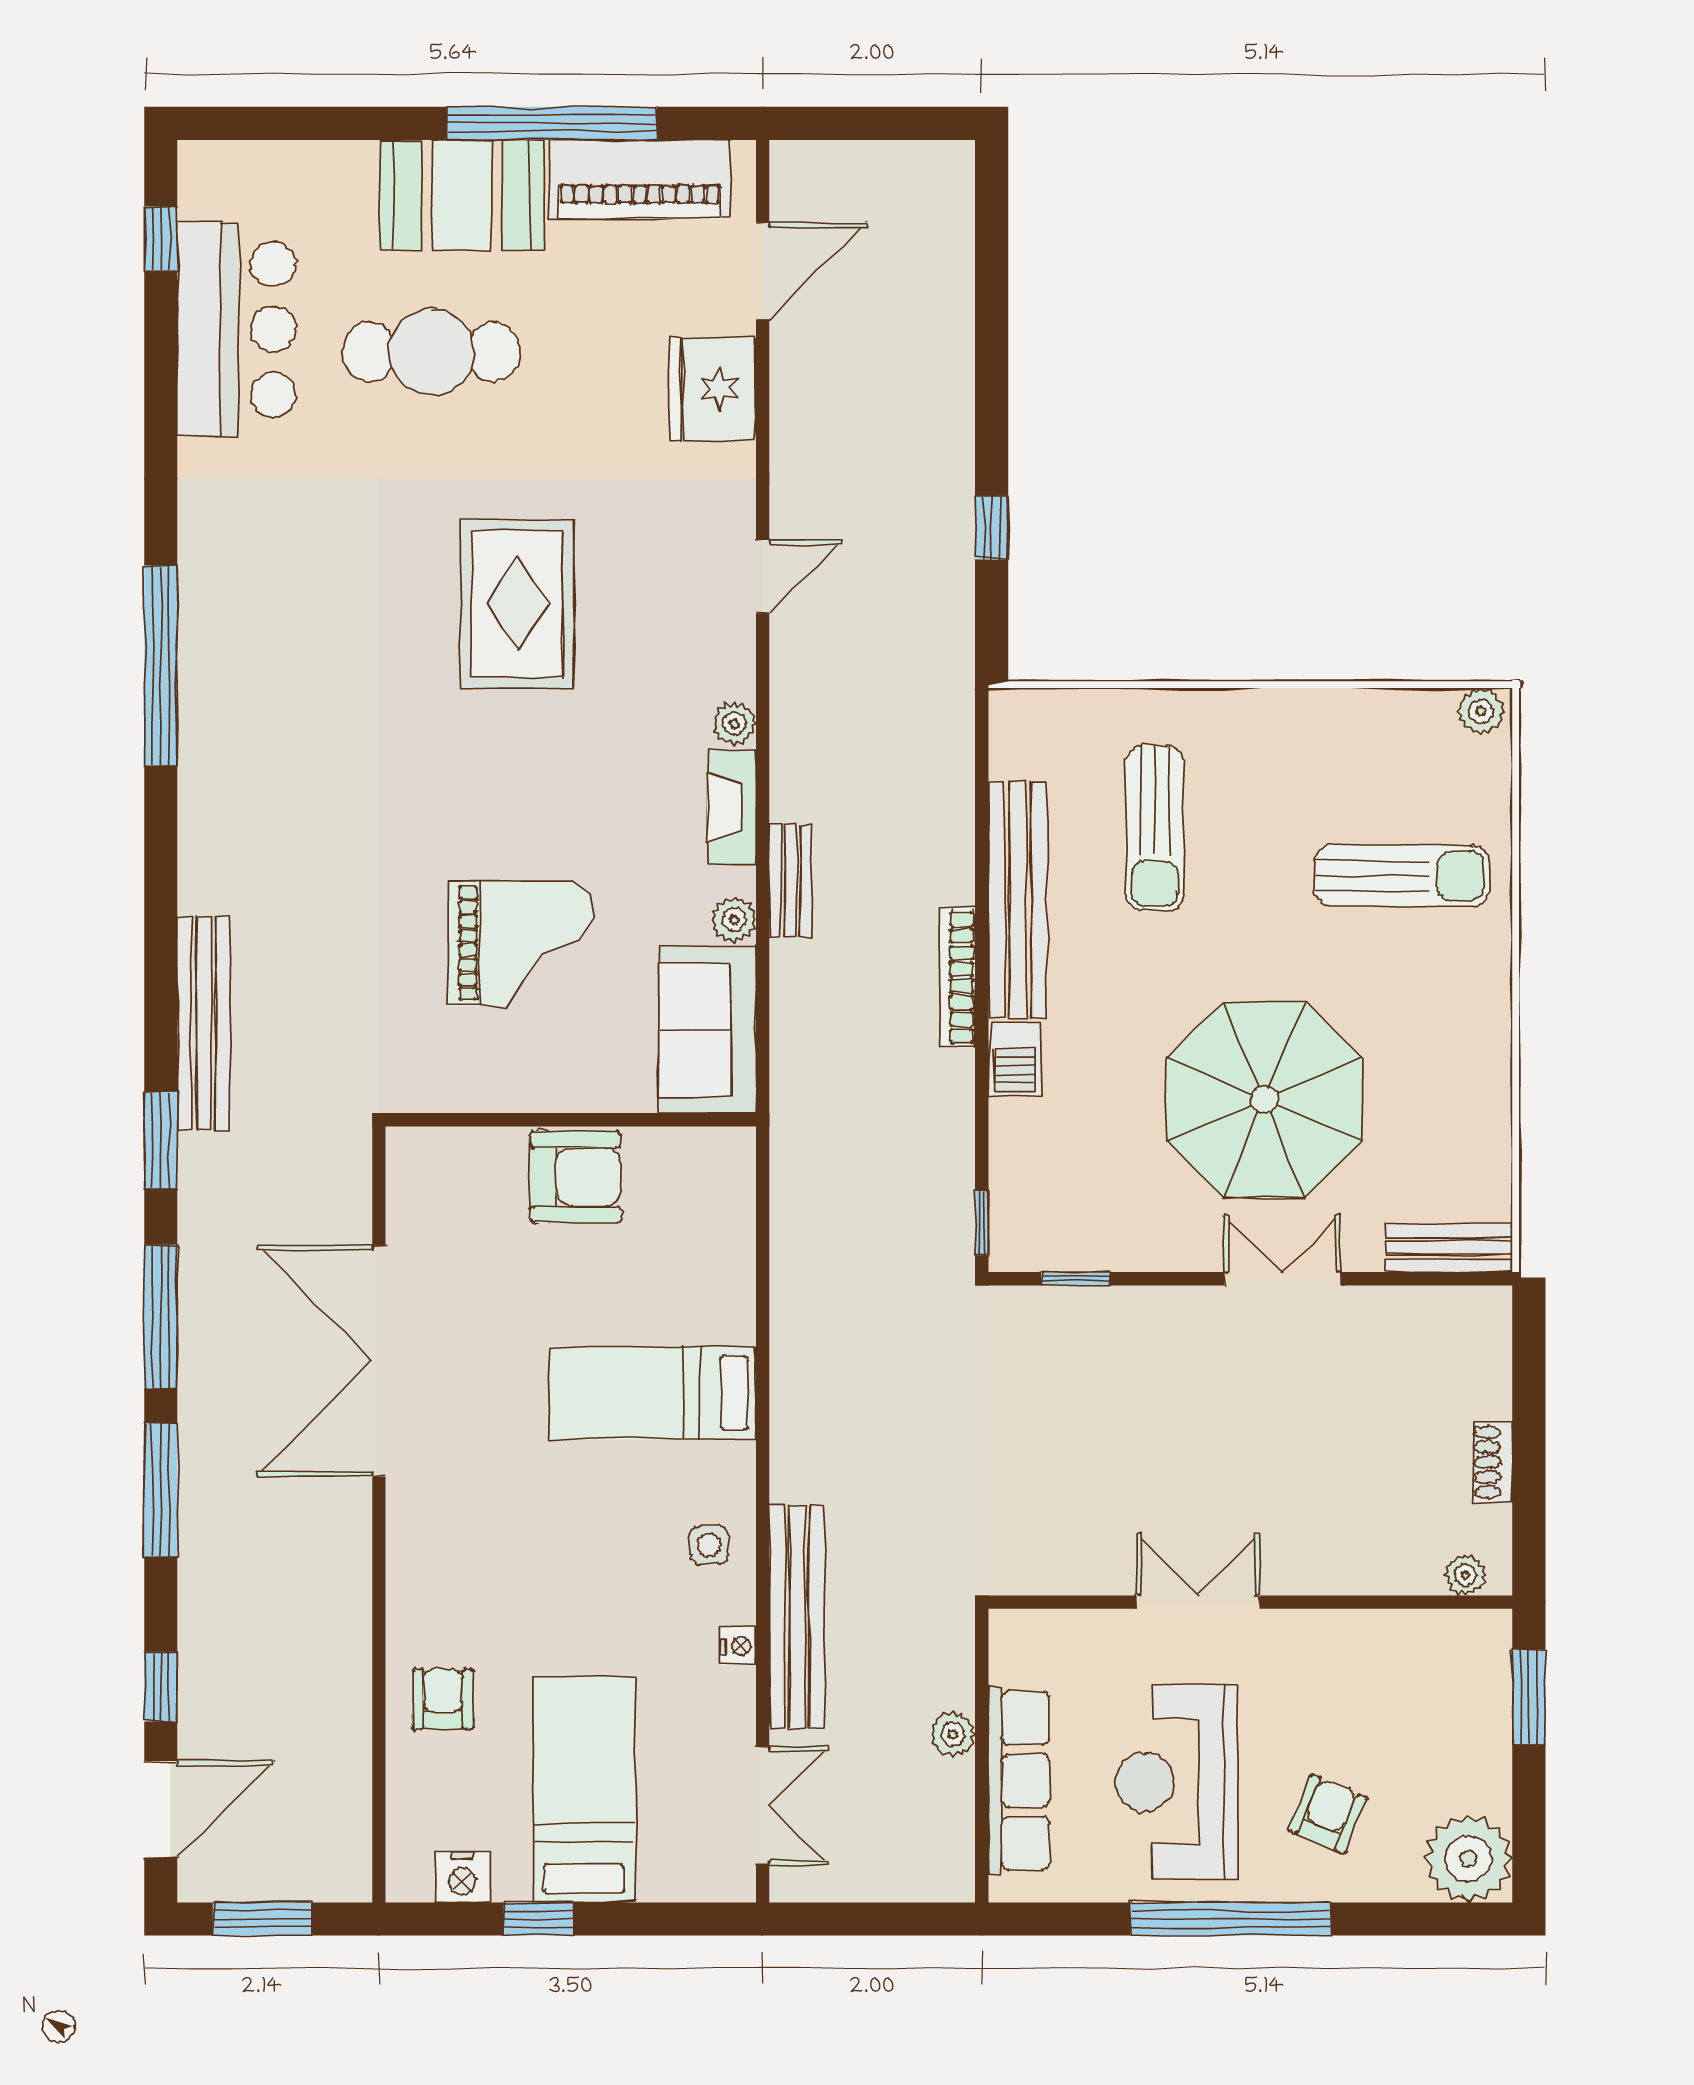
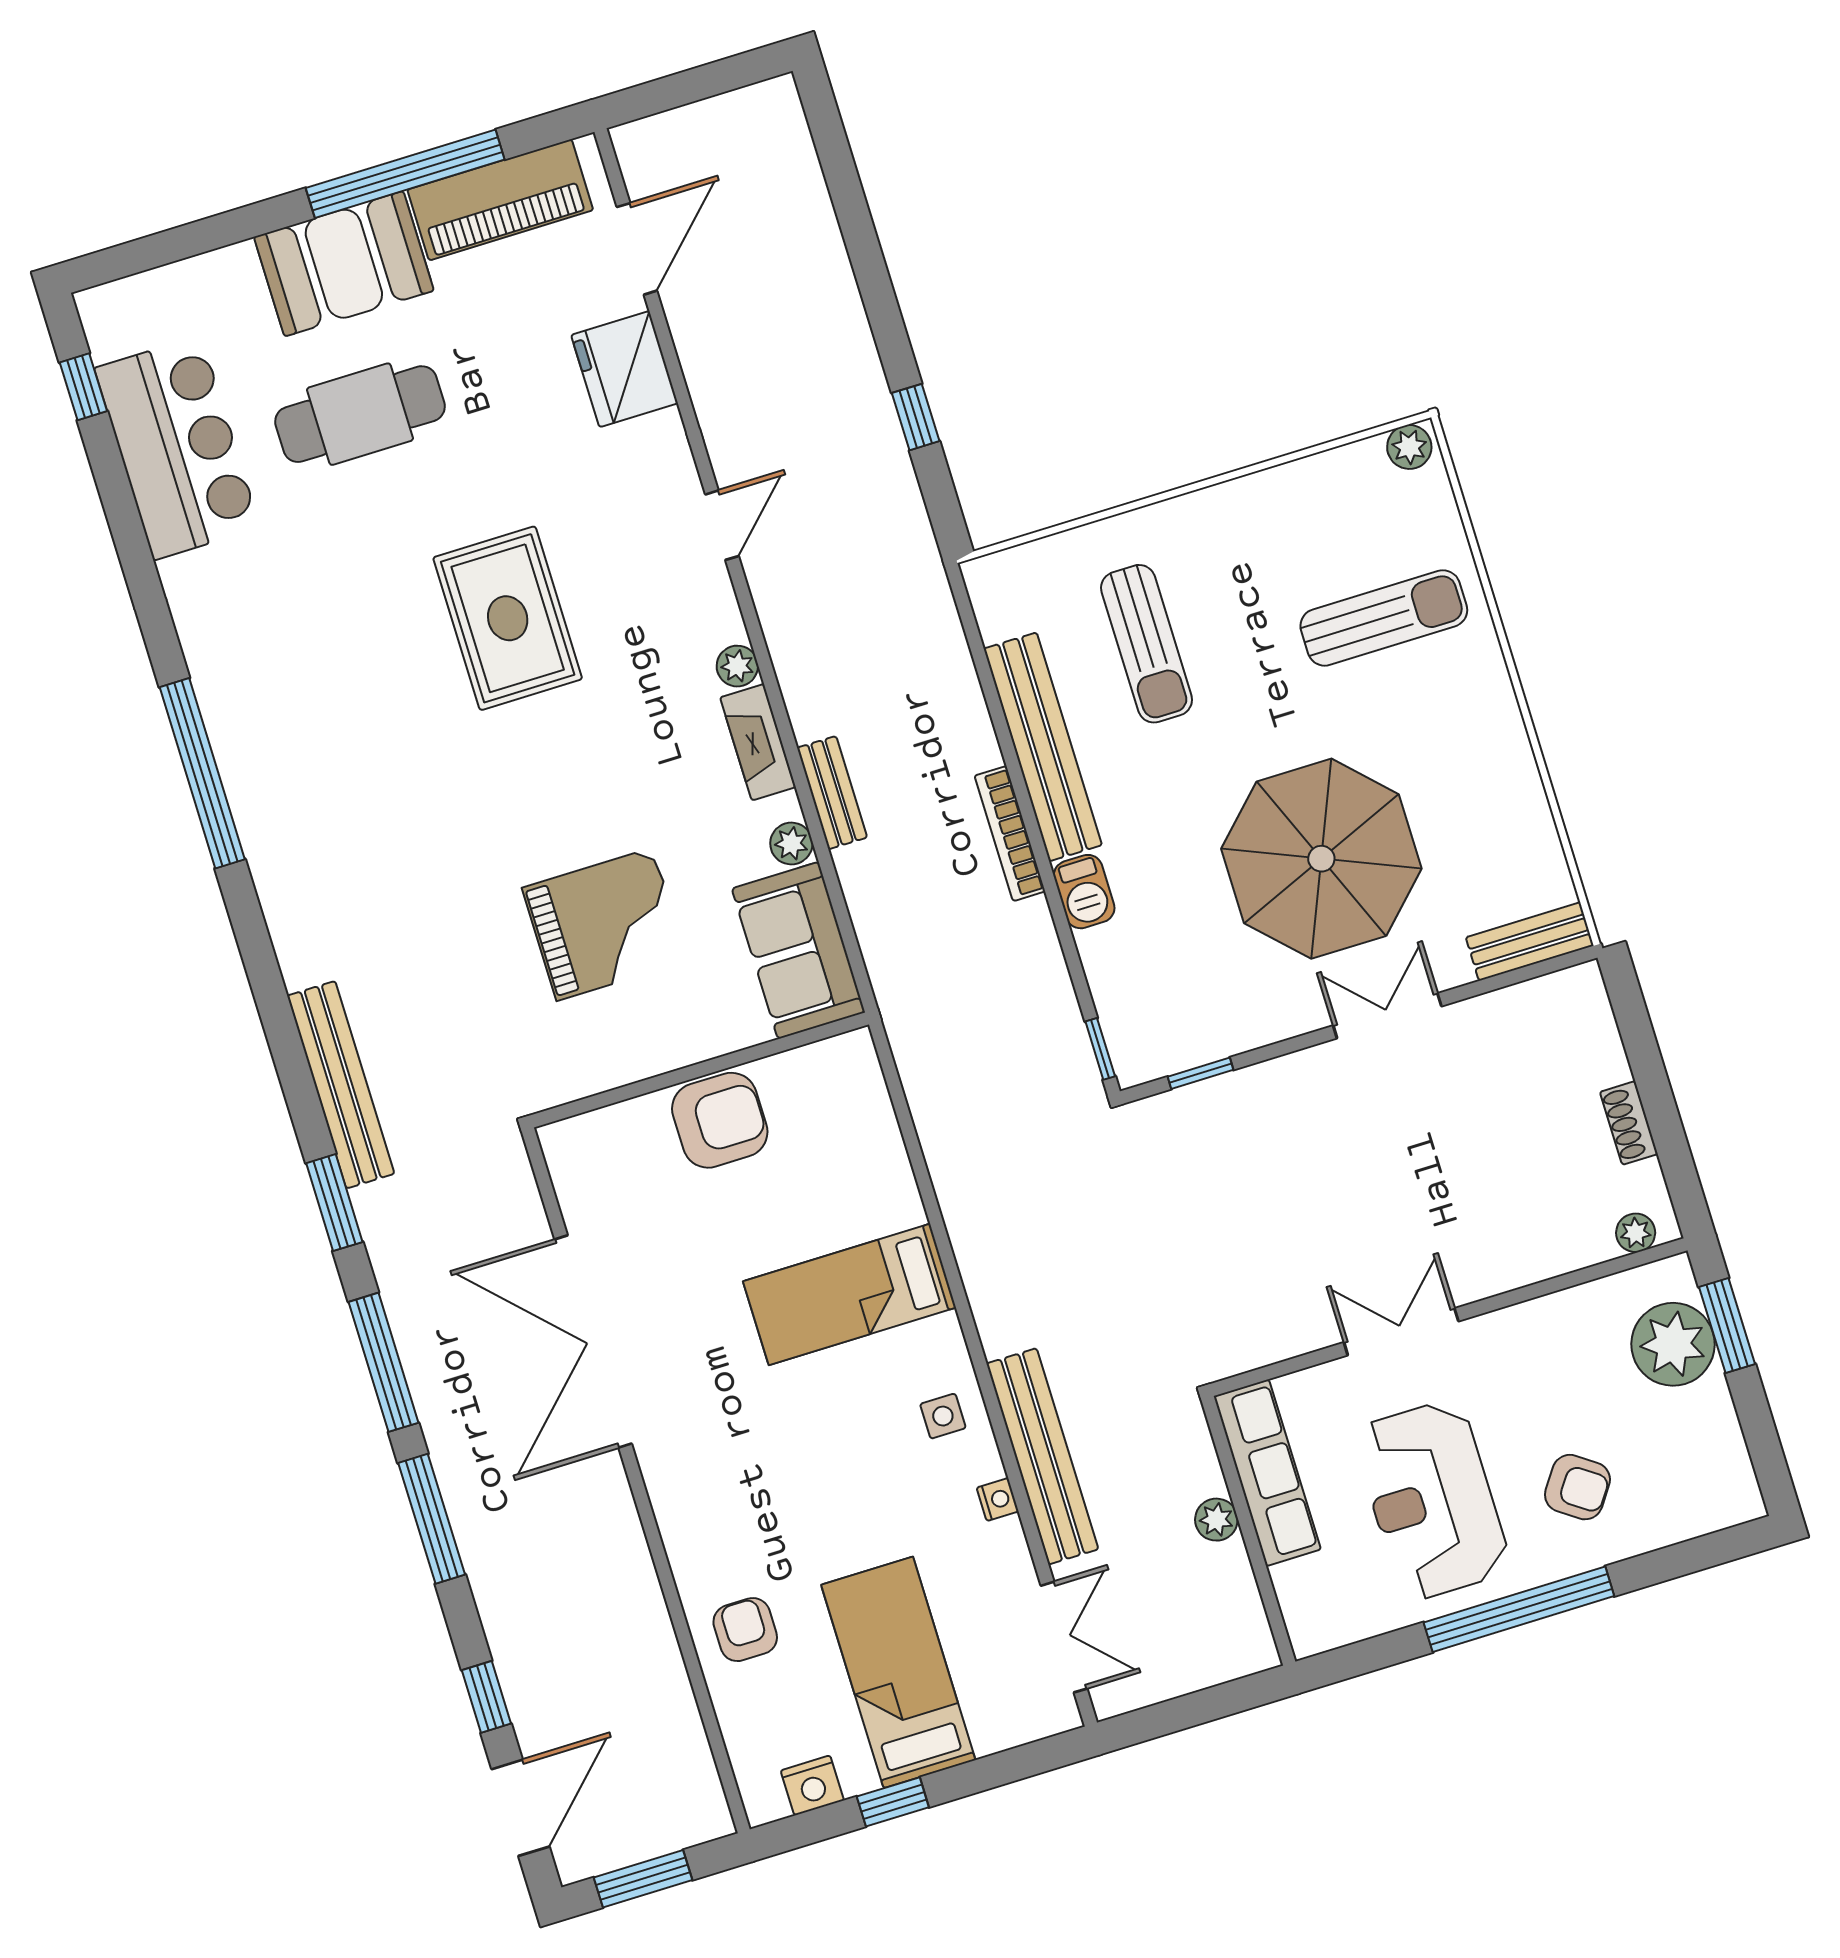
row of seats: (1019, 1781) -> (1267, 1473), moved
armchair: (1328, 1814) -> (1577, 1487), turned 102
plant: (1468, 1859) -> (1673, 1344), moved

